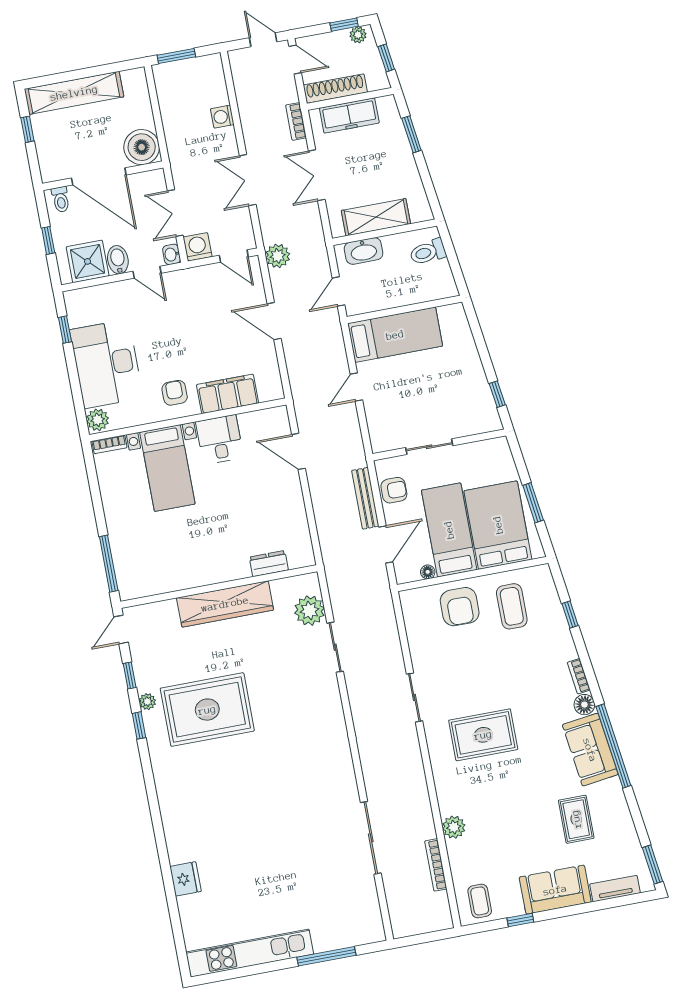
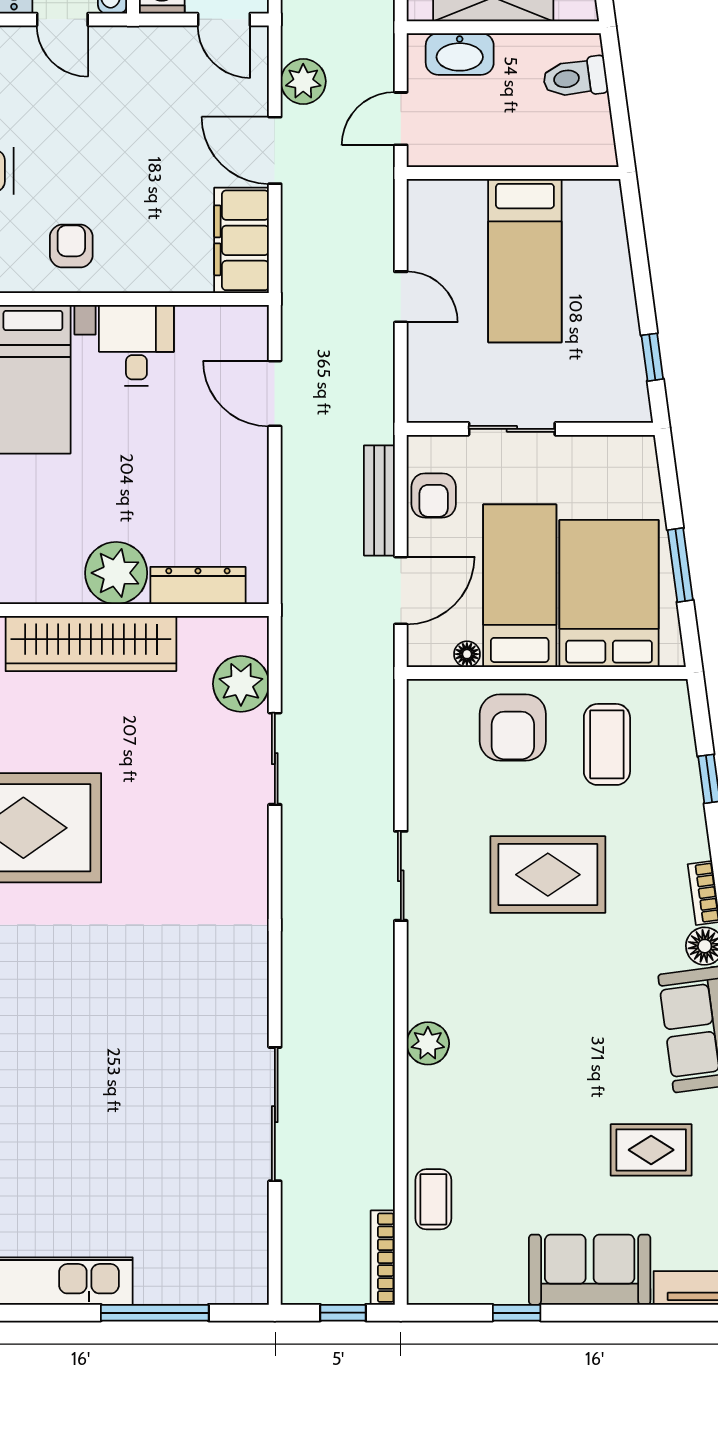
plant: (278, 256) -> (303, 81), moved
bed: (395, 335) -> (525, 261), moved, turned 90
door: (356, 387) -> (401, 297), swing flipped
filing cabinet: (228, 394) -> (242, 240), moved, turned -90
armchair: (394, 490) -> (434, 495), turned 90
plant: (231, 564) -> (116, 573), added
dresser: (269, 564) -> (198, 585), width x1.44
rug: (483, 735) -> (548, 875), moved
rug: (576, 819) -> (651, 1150), turned 90
plant: (454, 827) -> (428, 1043), moved
bookcase: (436, 865) -> (383, 1258), moved
coffee table: (480, 901) -> (433, 1199), moved
window: (427, 937) -> (343, 1313), added

